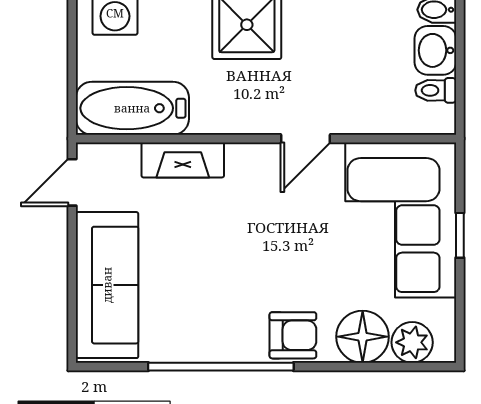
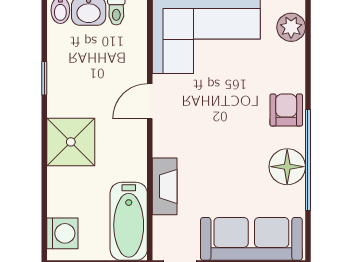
door: (306, 139) -> (150, 101), swing flipped
floor lamp: (363, 337) -> (287, 167), moved

